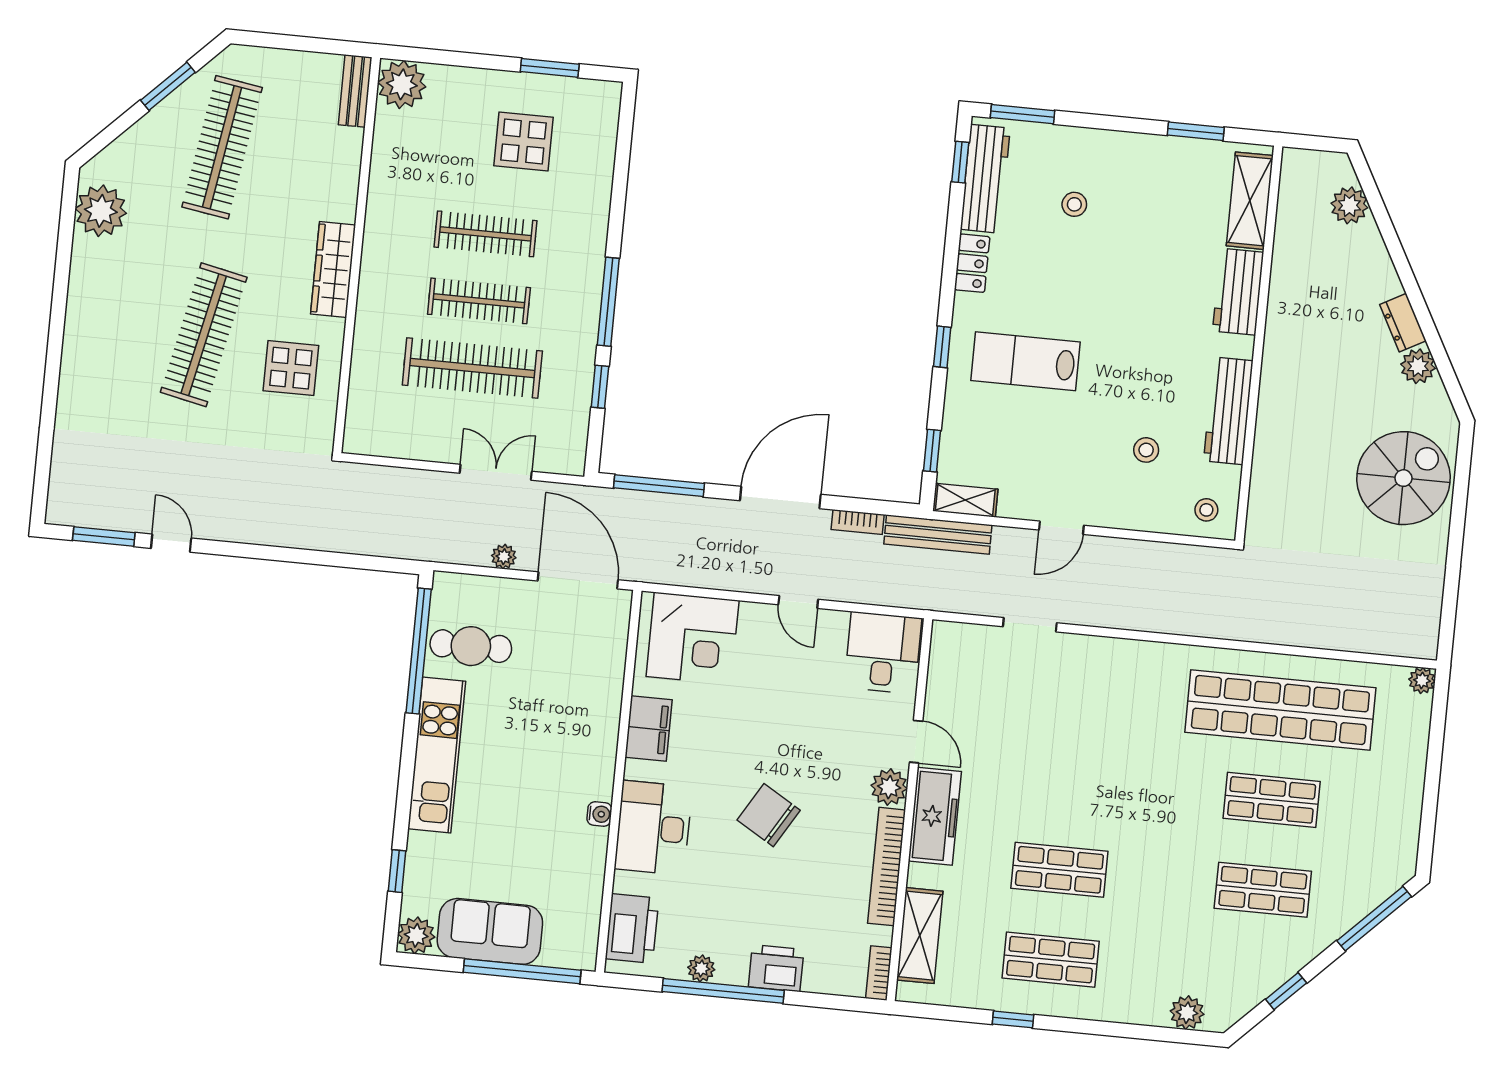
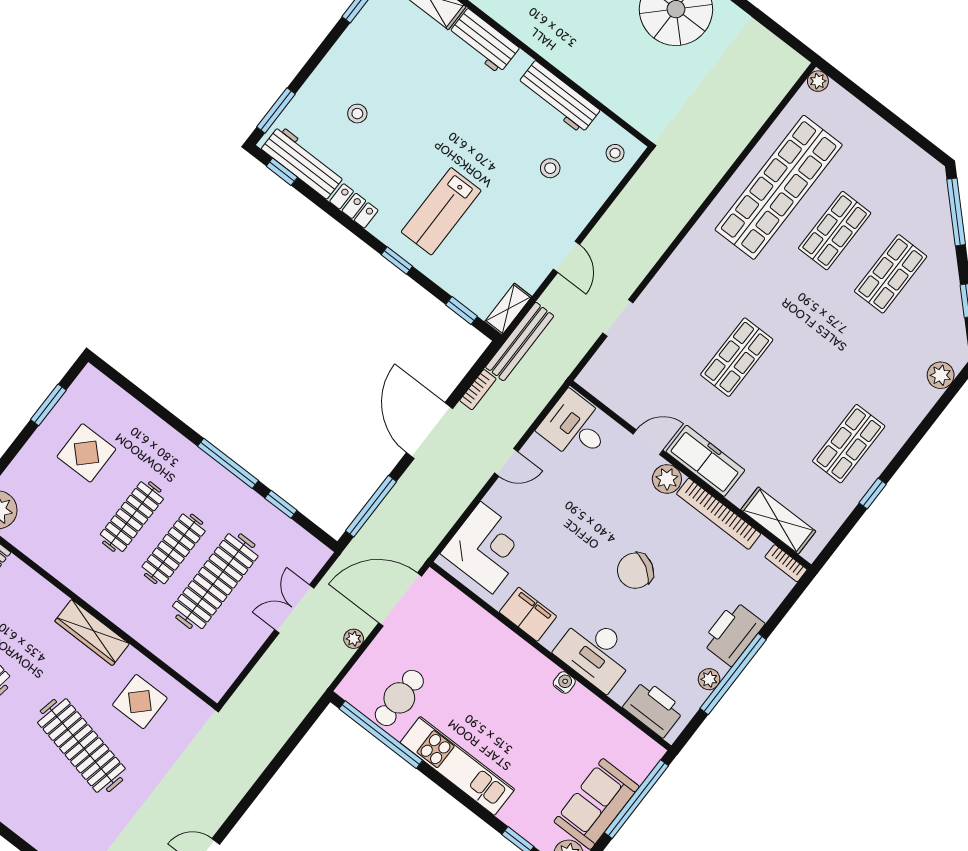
shop shelf: (1059, 870) -> (737, 357), moved
printer: (776, 968) -> (733, 633), width x1.37, depth x1.19

